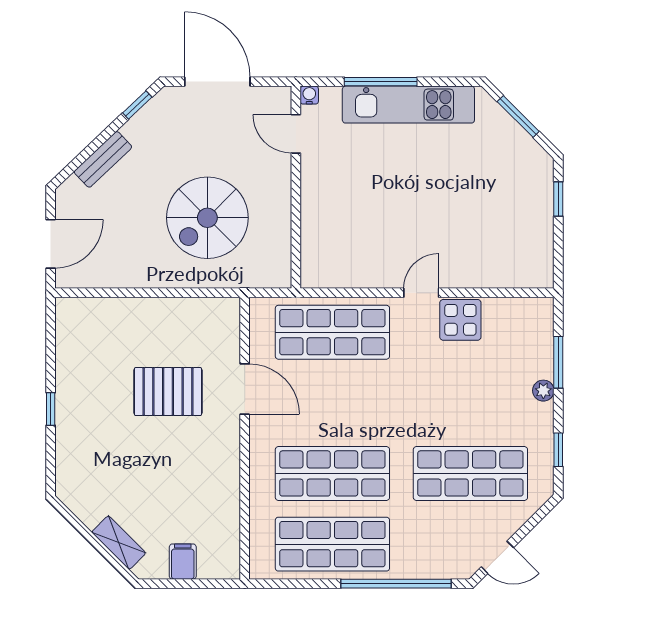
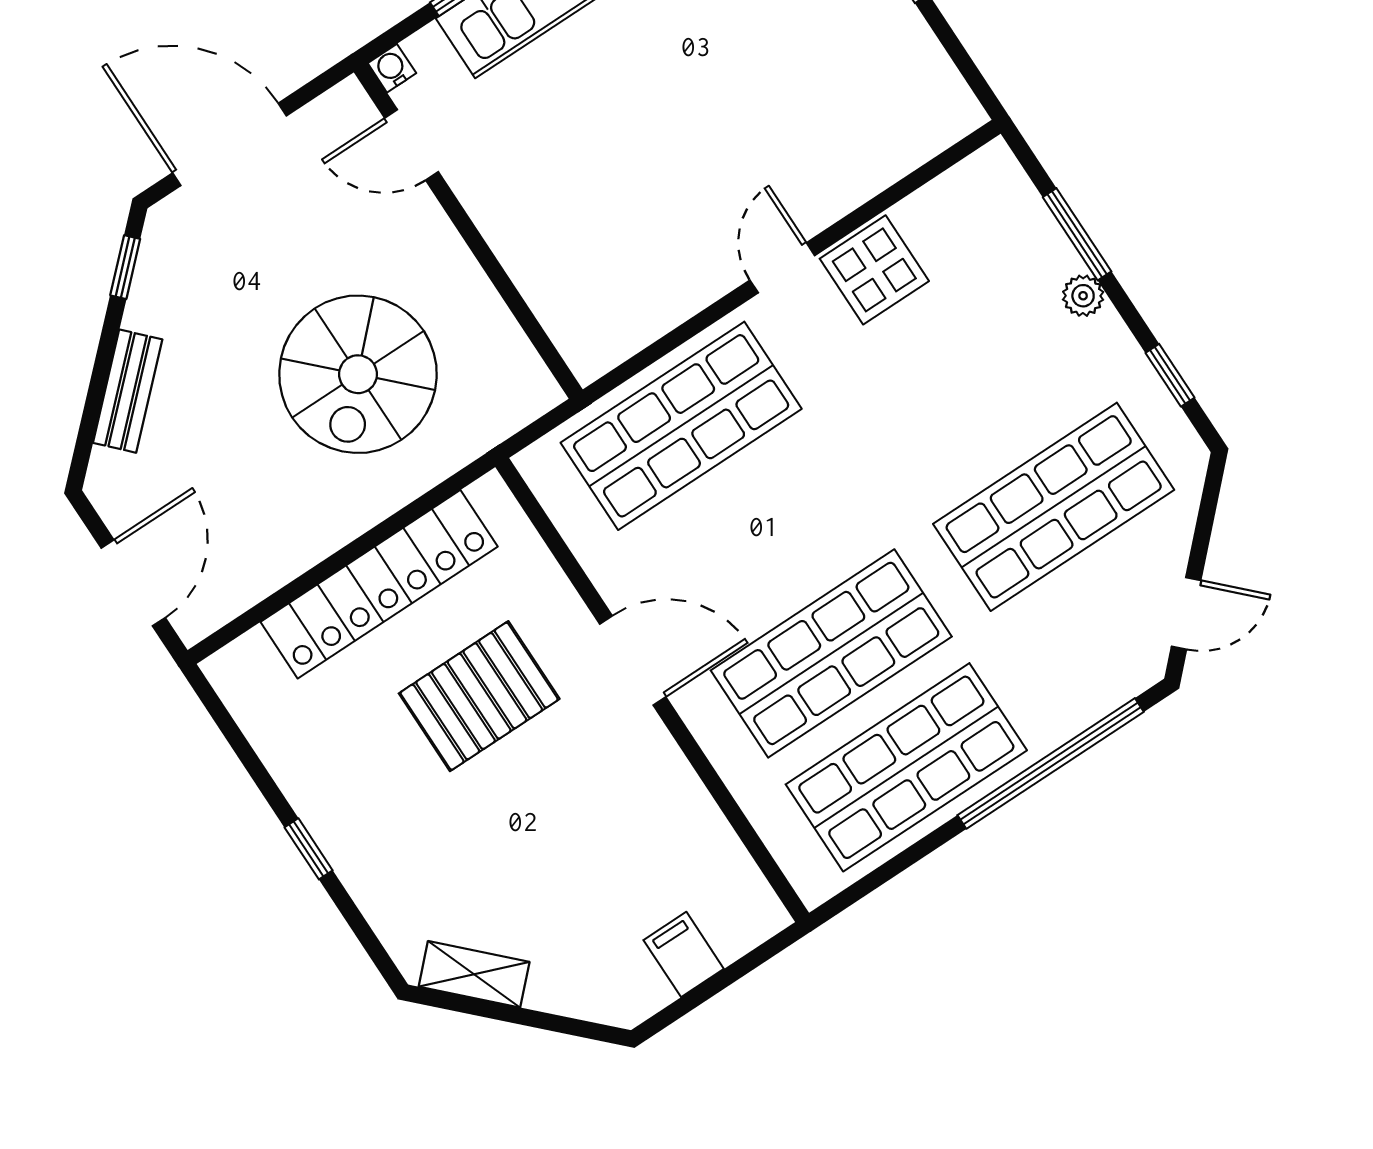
locker: (157, 315) -> (379, 584), added
door: (245, 389) -> (633, 660), moved
shelving: (119, 543) -> (474, 974), moved

